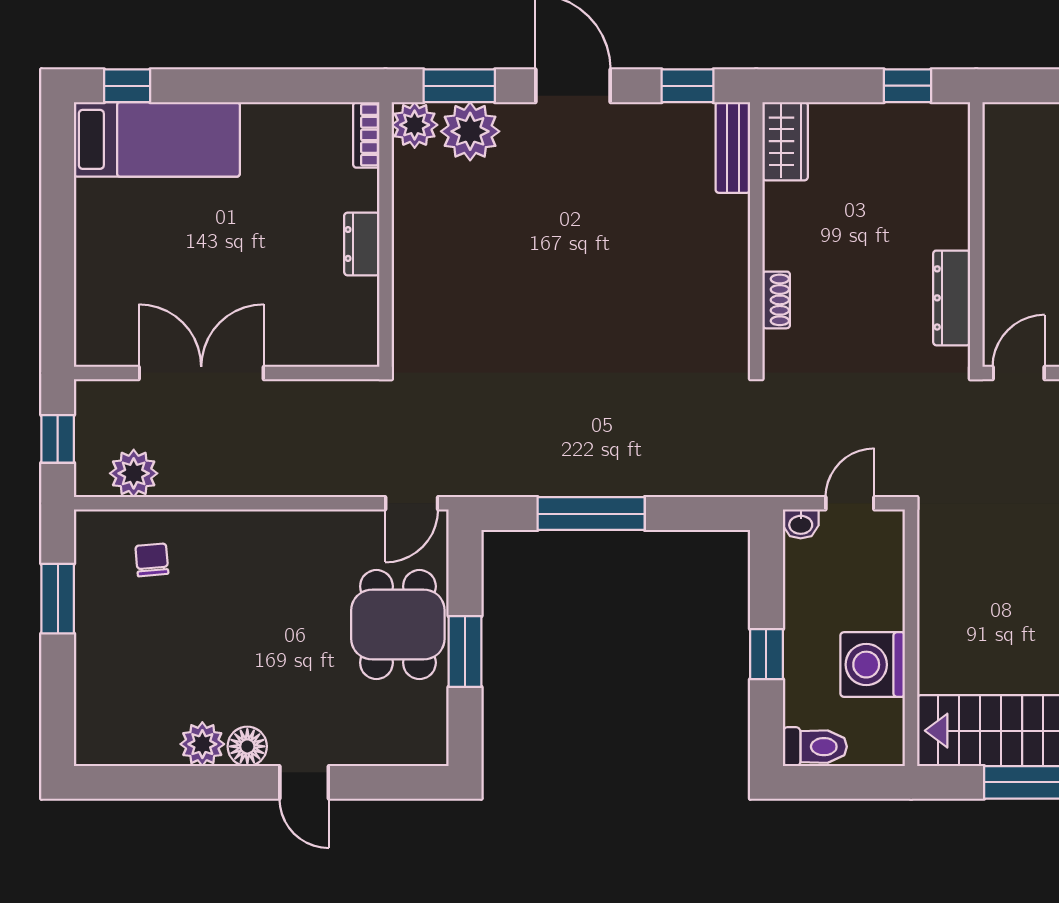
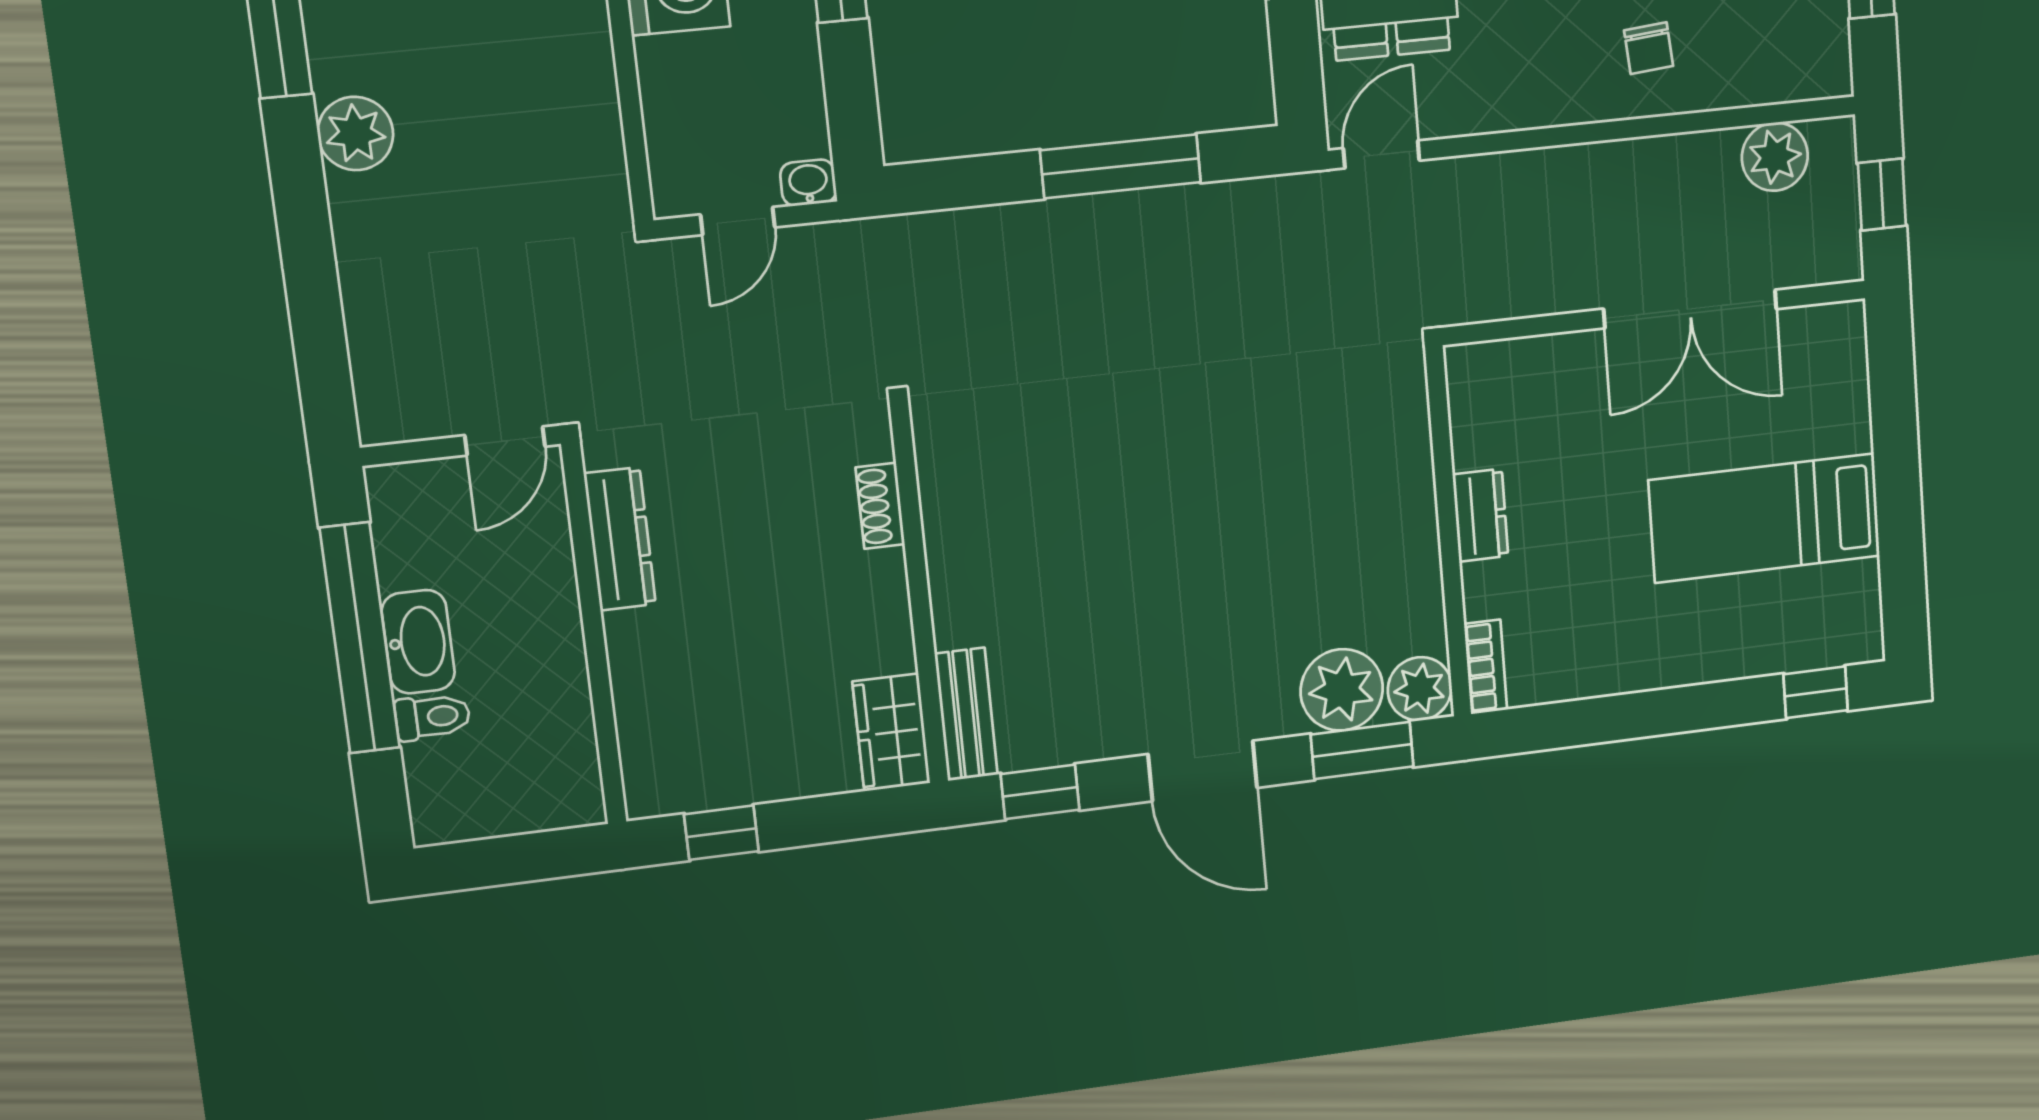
bed: (157, 139) -> (1765, 518), moved
chair: (152, 560) -> (1649, 48), moved

